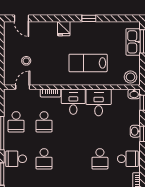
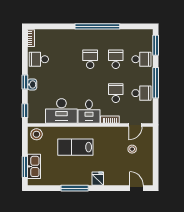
window: (89, 18) -> (75, 188), width x2.17
lab bench: (88, 63) -> (75, 147), turned 180
washbasin: (134, 94) -> (33, 119), removed
desk: (99, 102) -> (61, 111), width x1.37
school desk: (16, 122) -> (141, 93), turned 90
school desk: (100, 159) -> (90, 59), moved

